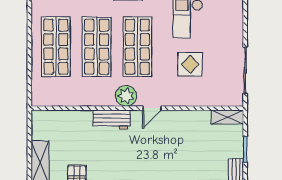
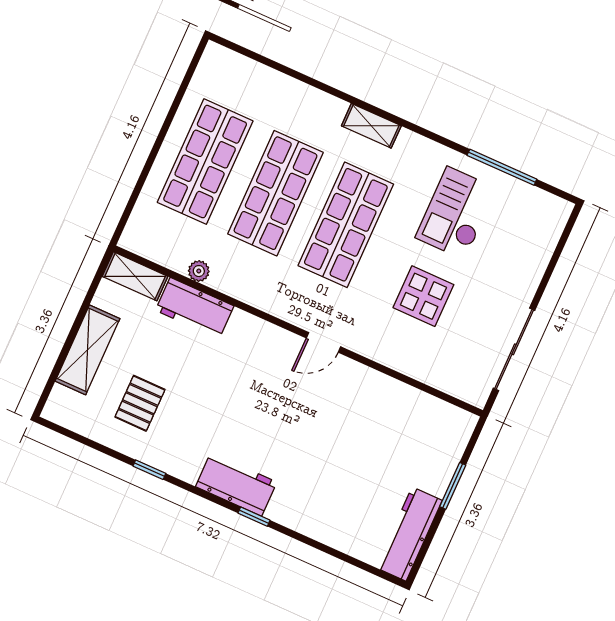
plant: (126, 96) -> (199, 271), moved, width x0.53, depth x0.53
shelving: (228, 117) -> (135, 276), moved
workbench: (112, 120) -> (195, 308), moved

